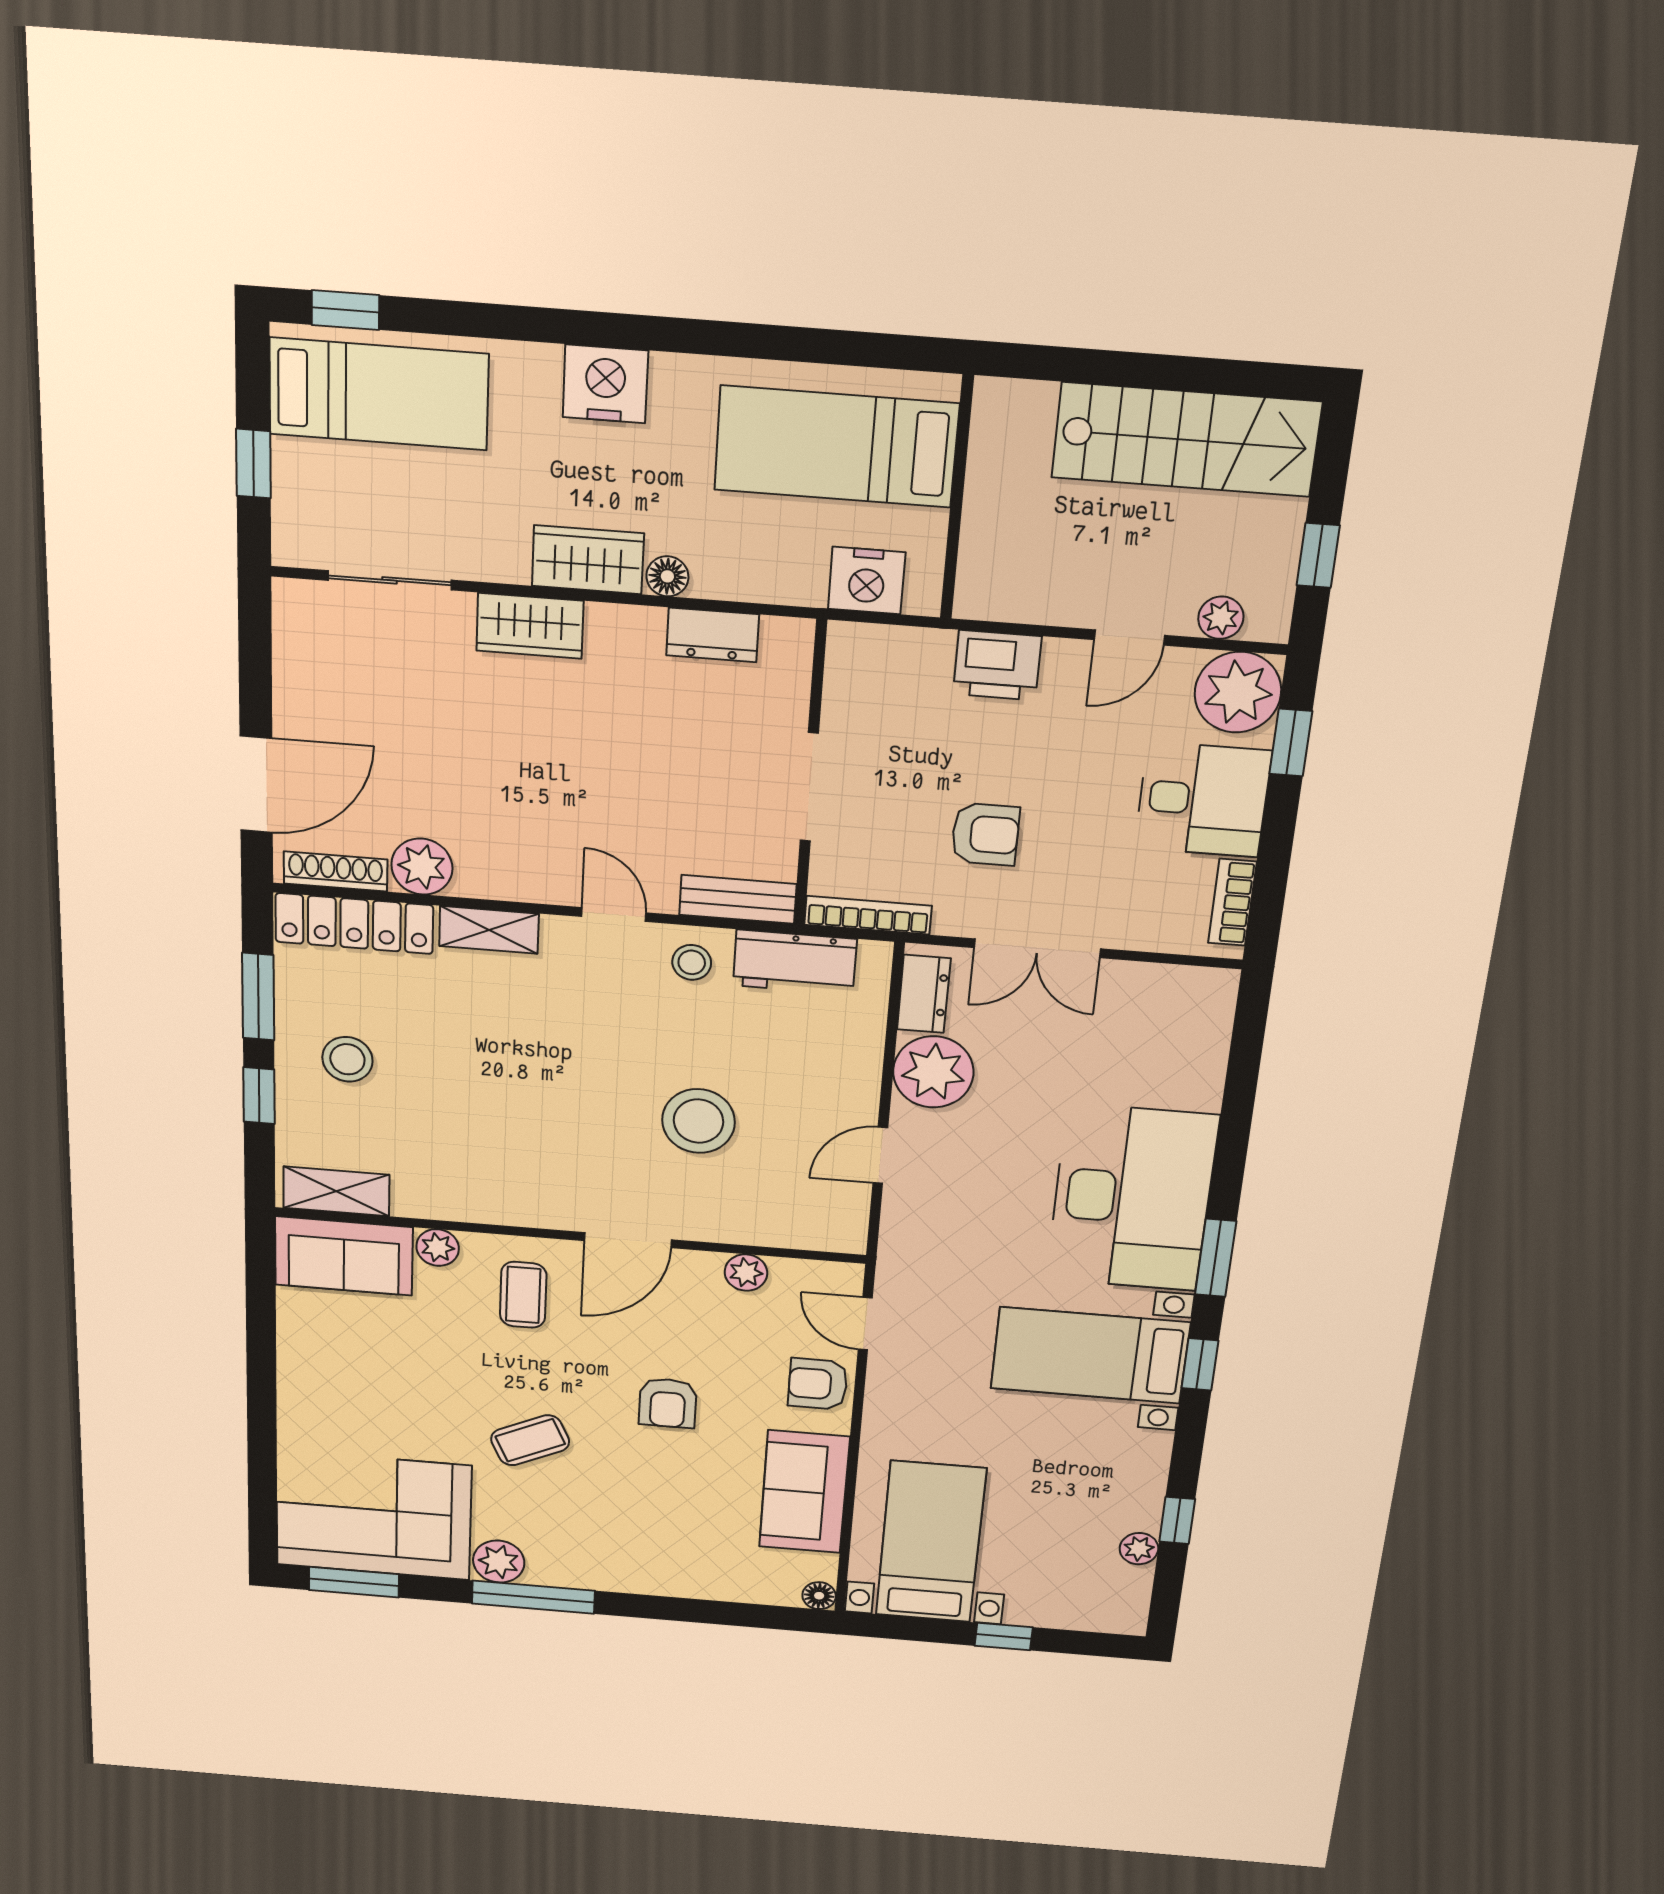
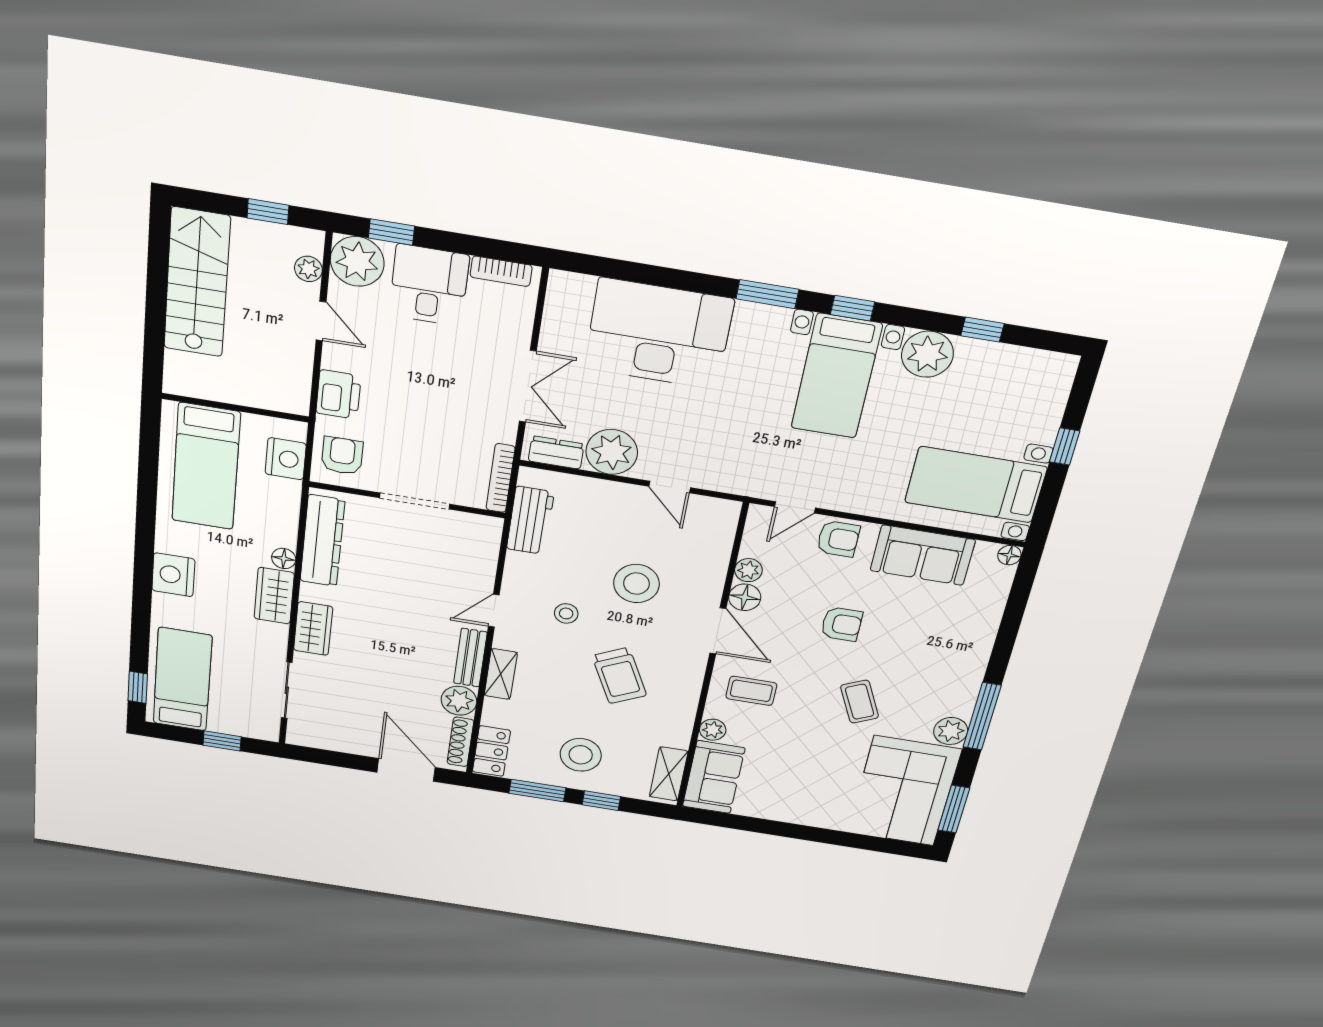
dresser: (713, 635) -> (322, 541), width x1.96, depth x1.24
armchair: (985, 834) -> (342, 456), moved
bench: (738, 899) -> (470, 658), moved
locker: (354, 924) -> (491, 751), width x0.66
stool: (692, 962) -> (566, 613), moved
stool: (347, 1059) -> (581, 755), width x1.38, depth x1.38
trolley: (518, 1107) -> (619, 676), added
desk: (1132, 1198) -> (659, 334), moved
floor lamp: (696, 1272) -> (745, 597), added
armchair: (818, 1384) -> (838, 539), turned -90
plant: (1139, 1549) -> (927, 354), moved, width x1.88, depth x1.88

